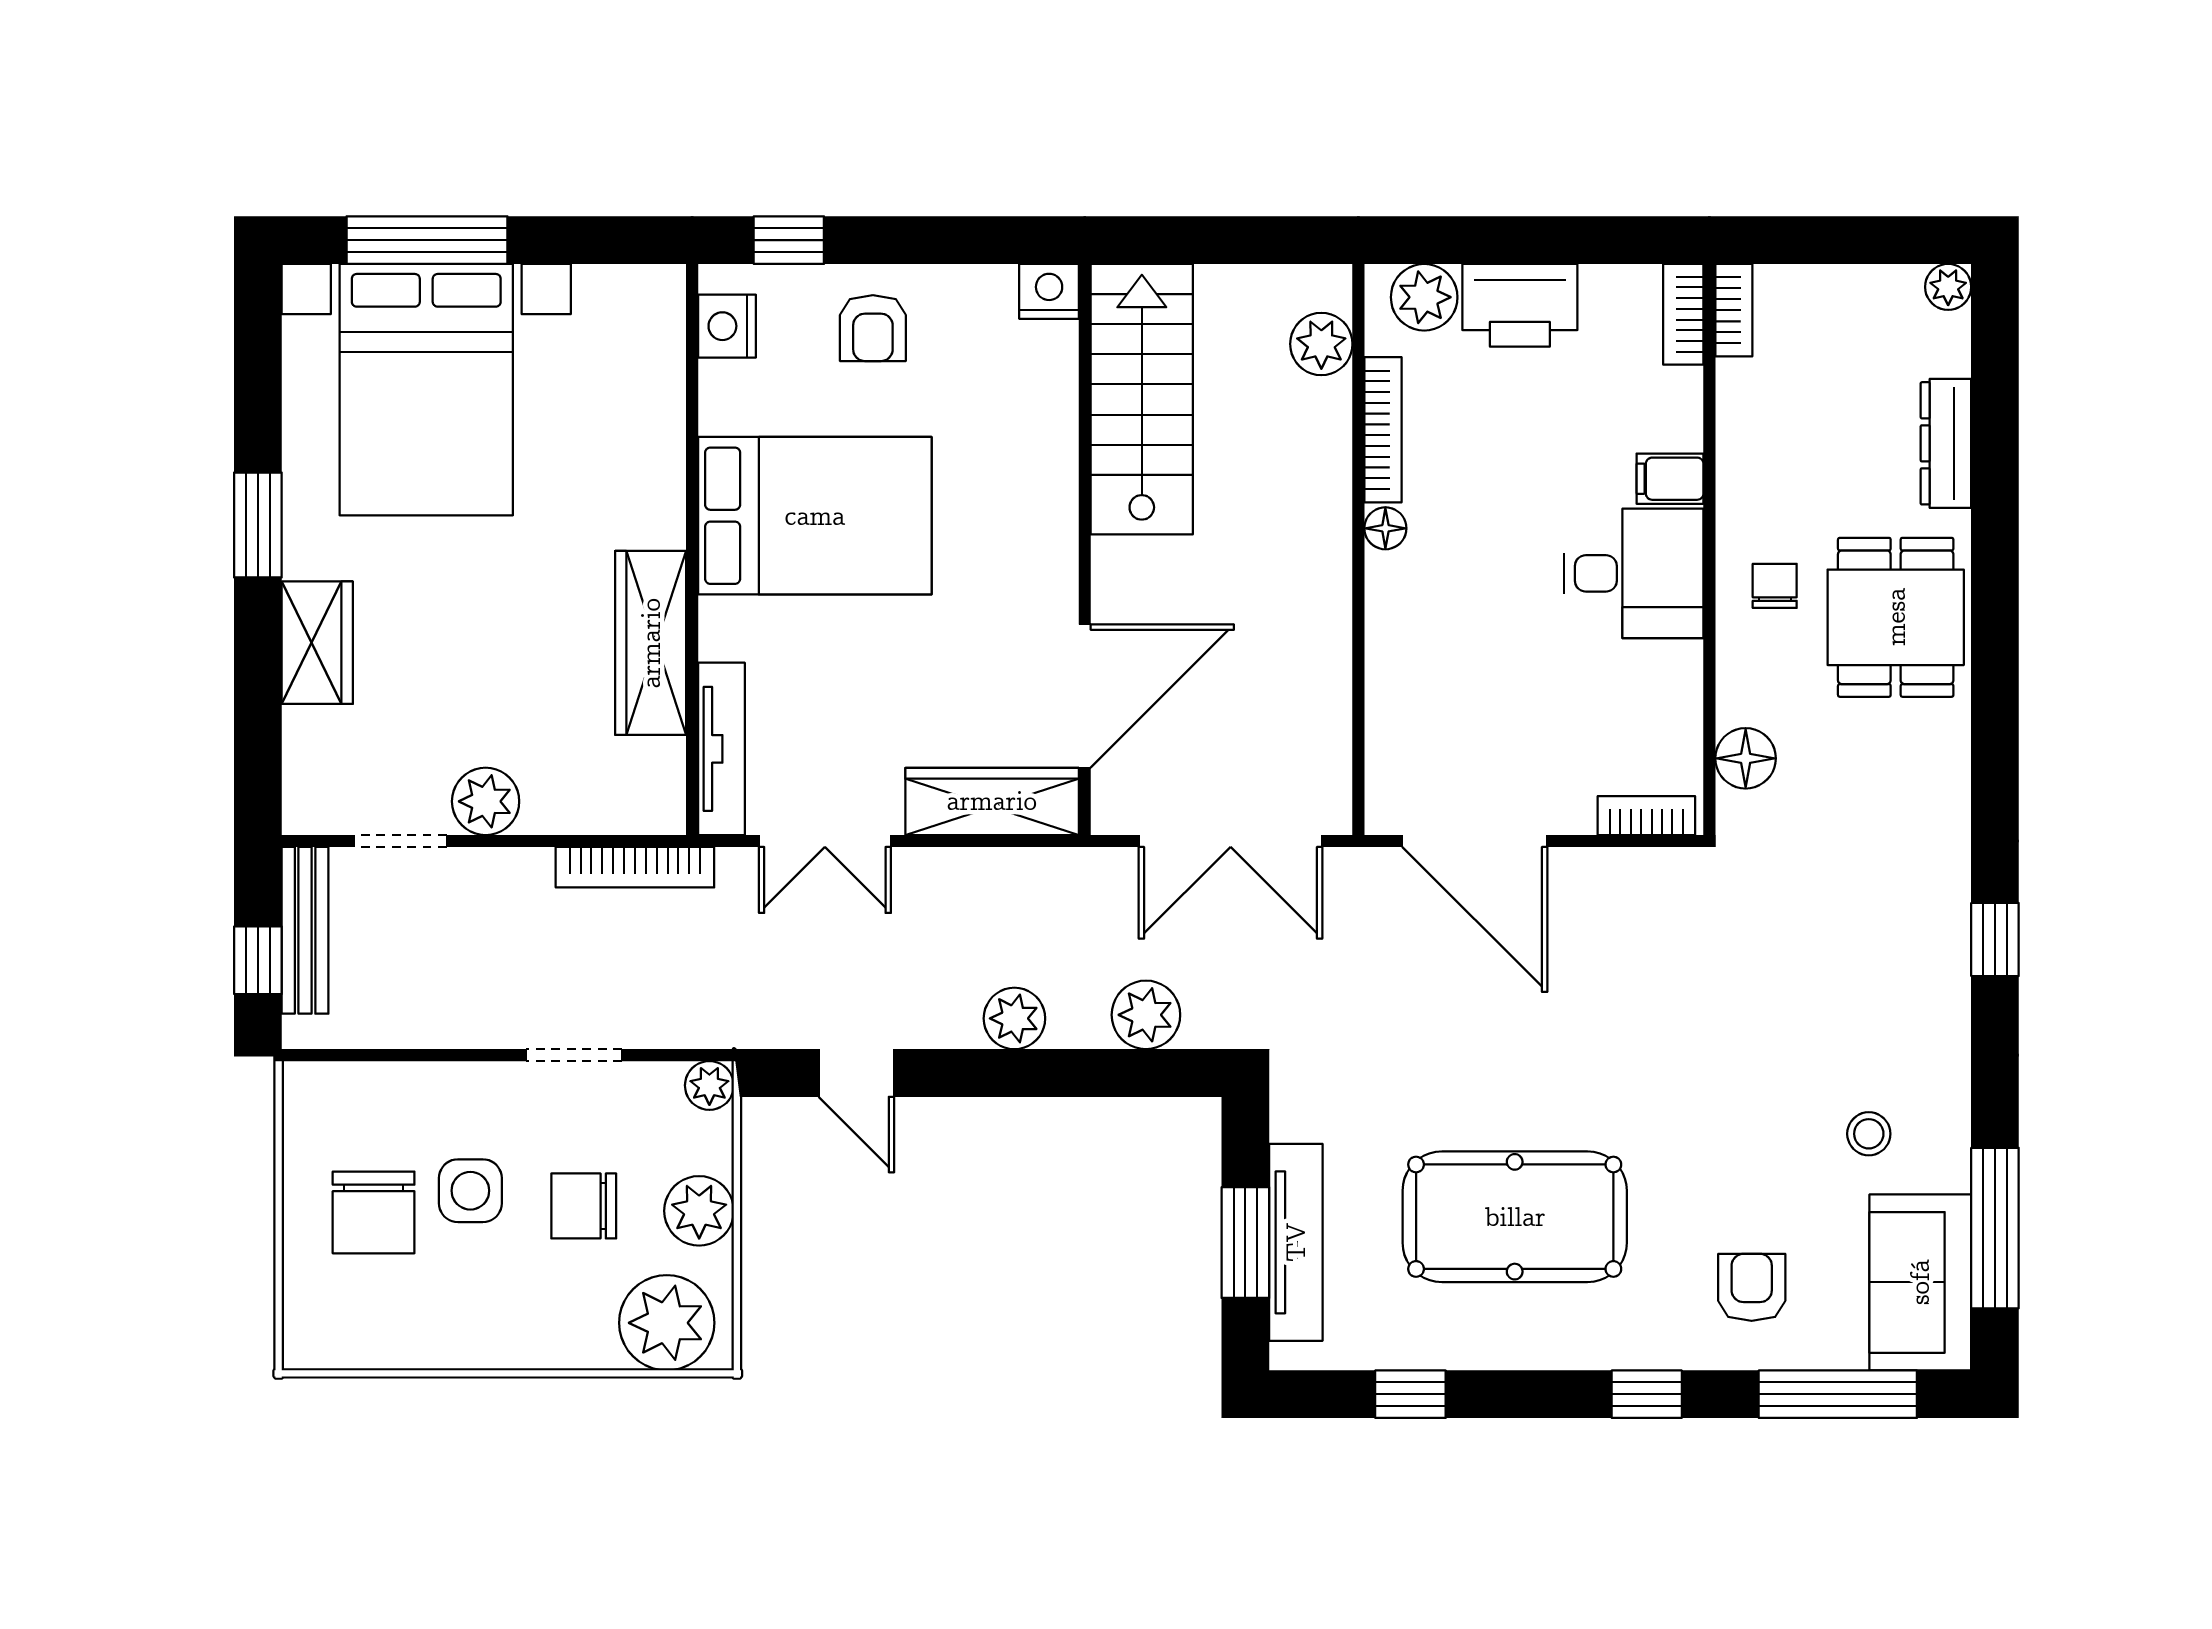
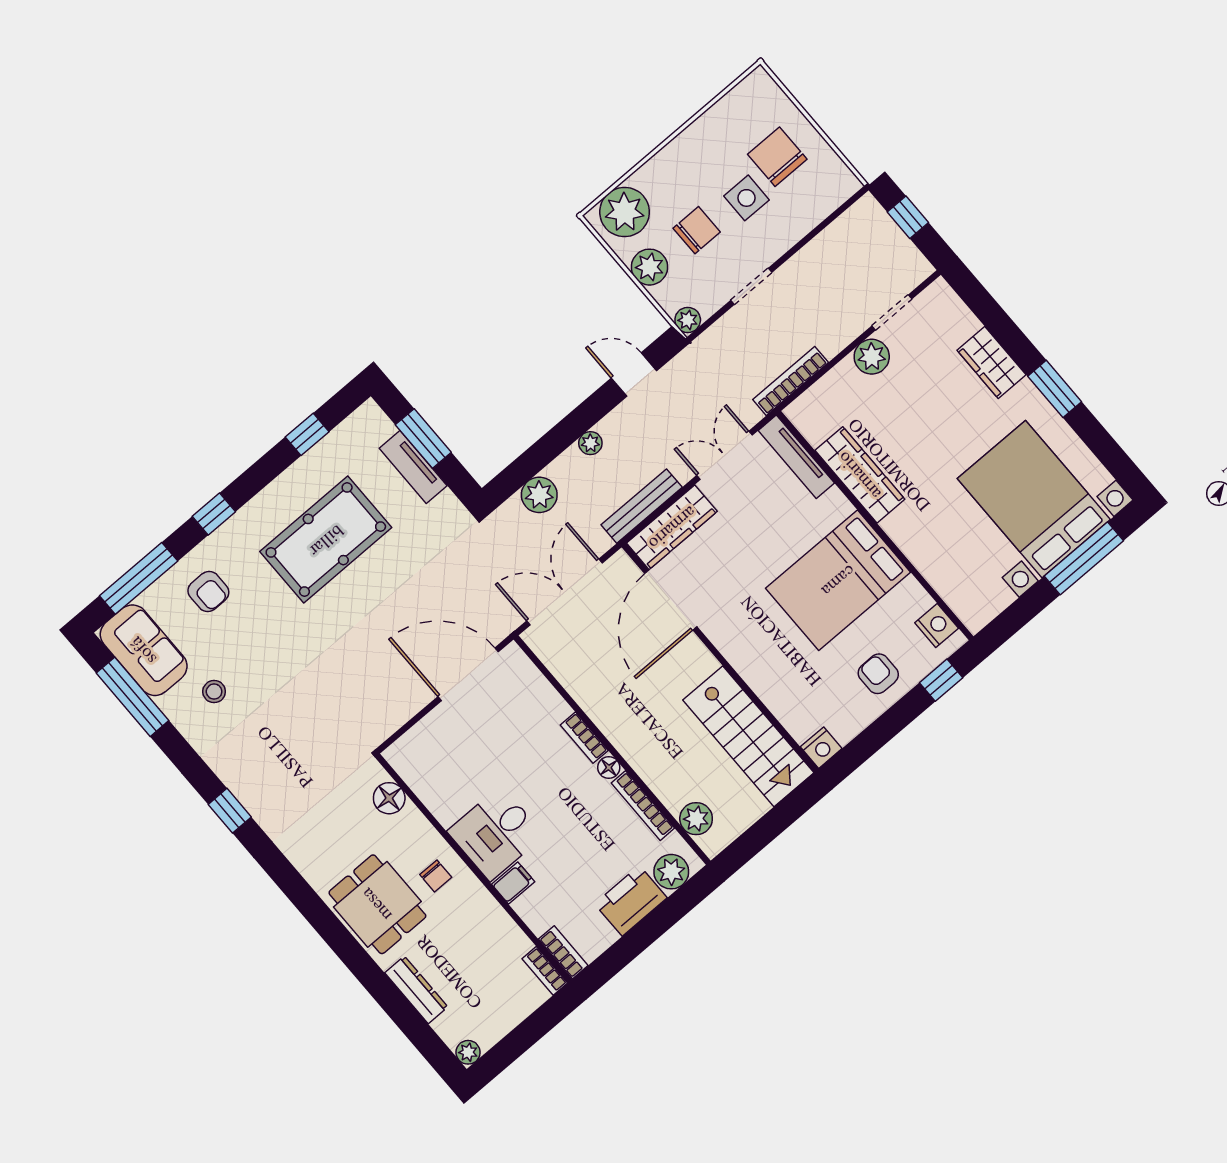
bookcase: (1646, 816) -> (584, 738), moved, turned 90
bench: (305, 930) -> (642, 506), moved, turned 90
plant: (1014, 1018) -> (590, 443), width x0.73, depth x0.73
tv unit: (1296, 1242) -> (413, 467), width x0.71

